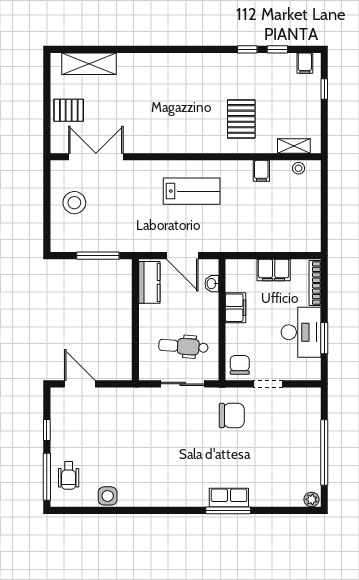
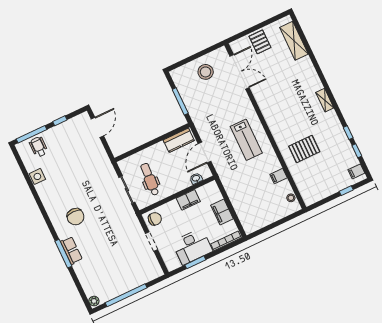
shelving: (294, 146) -> (325, 100), moved
chair: (232, 415) -> (75, 217), moved
wheelchair: (69, 476) -> (39, 147), turned 90

